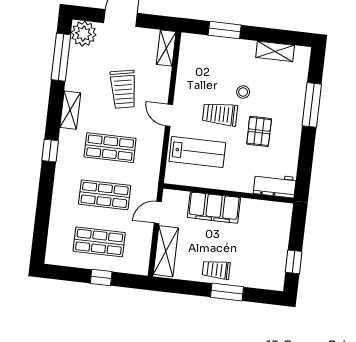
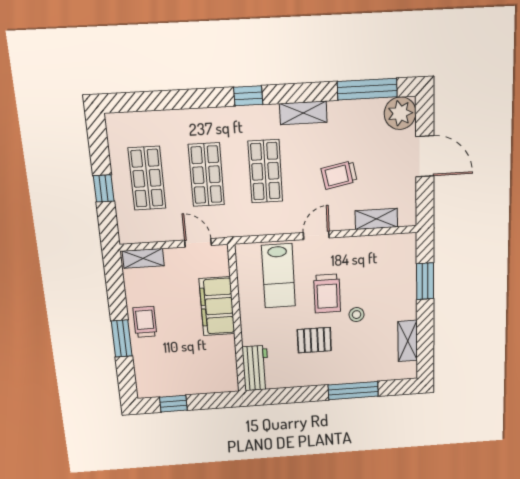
shelving: (166, 48) -> (376, 219), moved
trolley: (123, 89) -> (339, 175), width x0.73, depth x0.72
trolley: (220, 114) -> (327, 293), turned 180
shelving: (166, 251) -> (143, 258), width x0.67, depth x0.75

